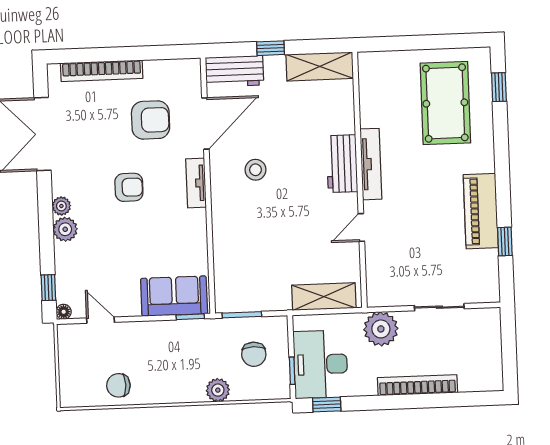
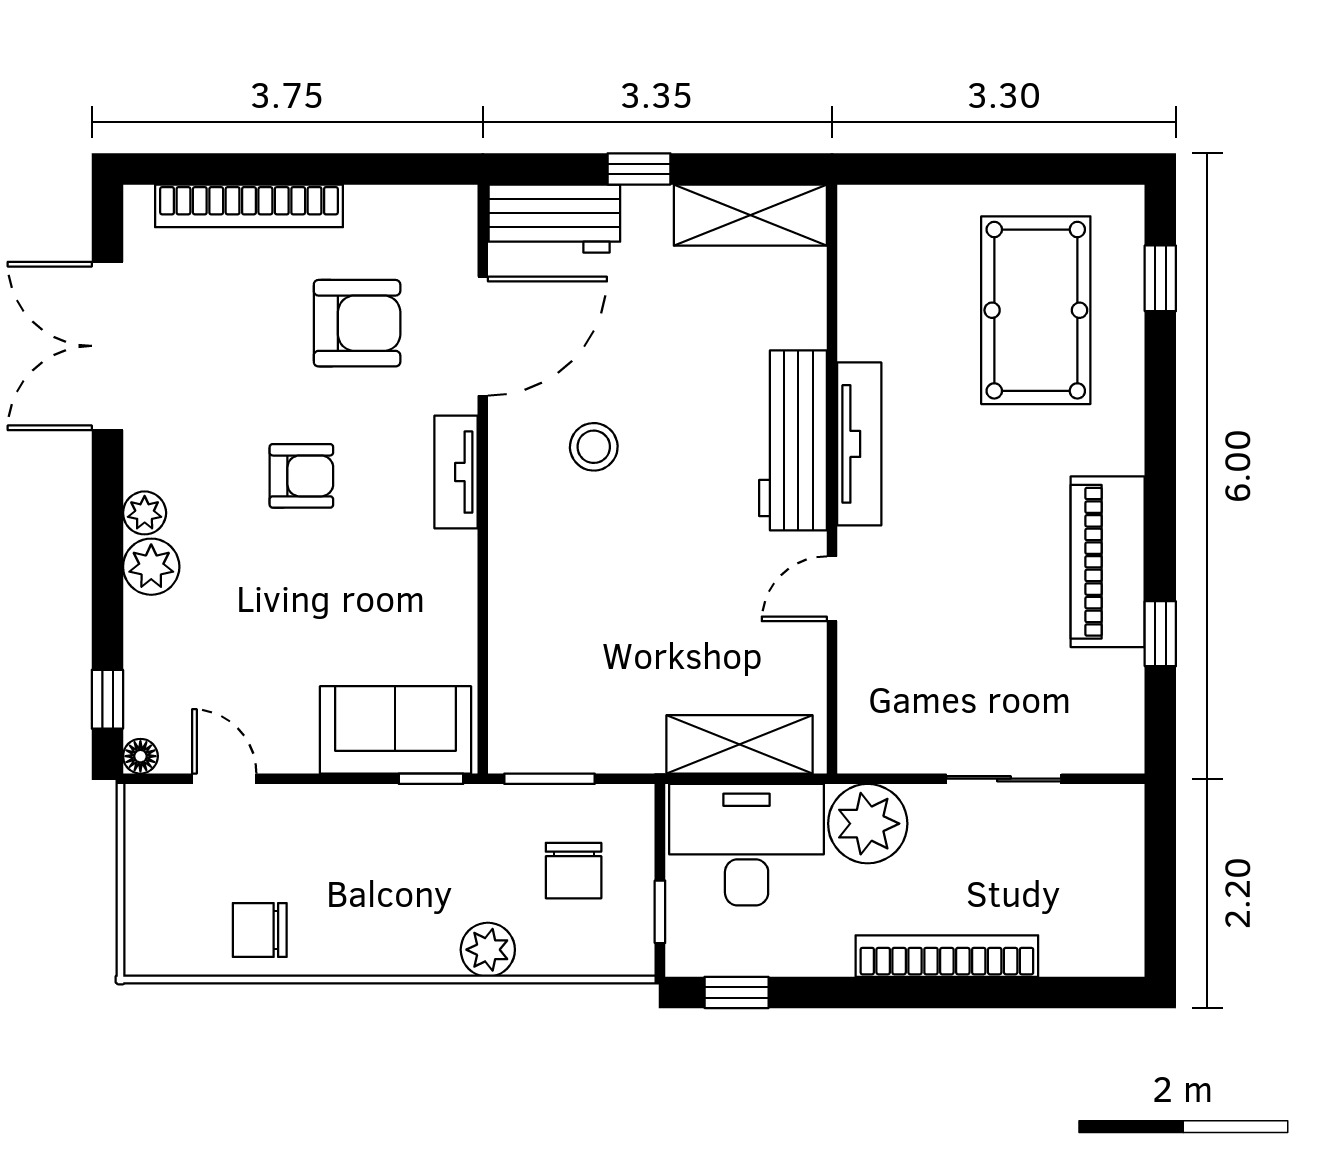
workbench: (342, 164) -> (793, 440), width x1.37
desk: (321, 364) -> (747, 845), moved, turned 90

